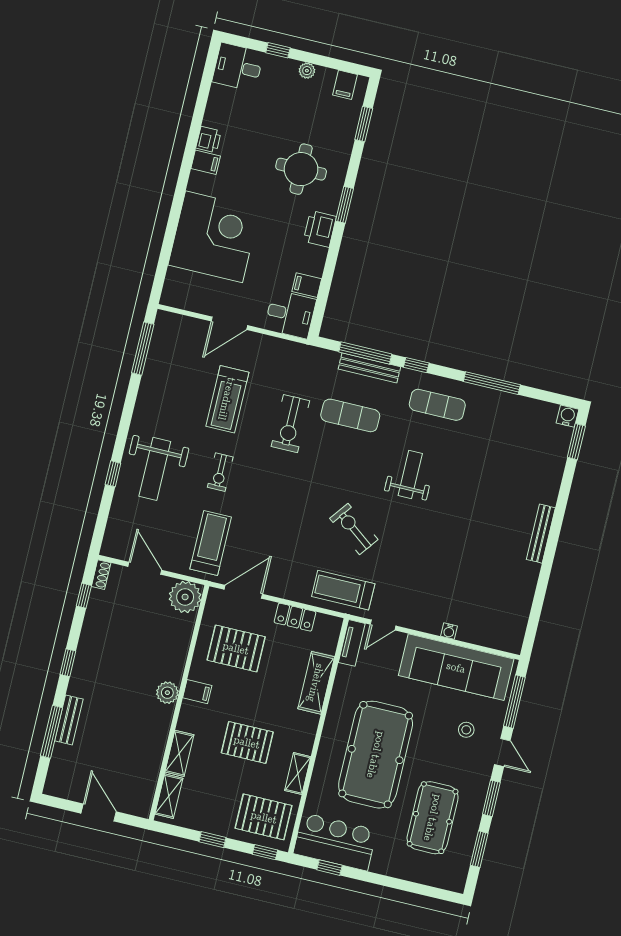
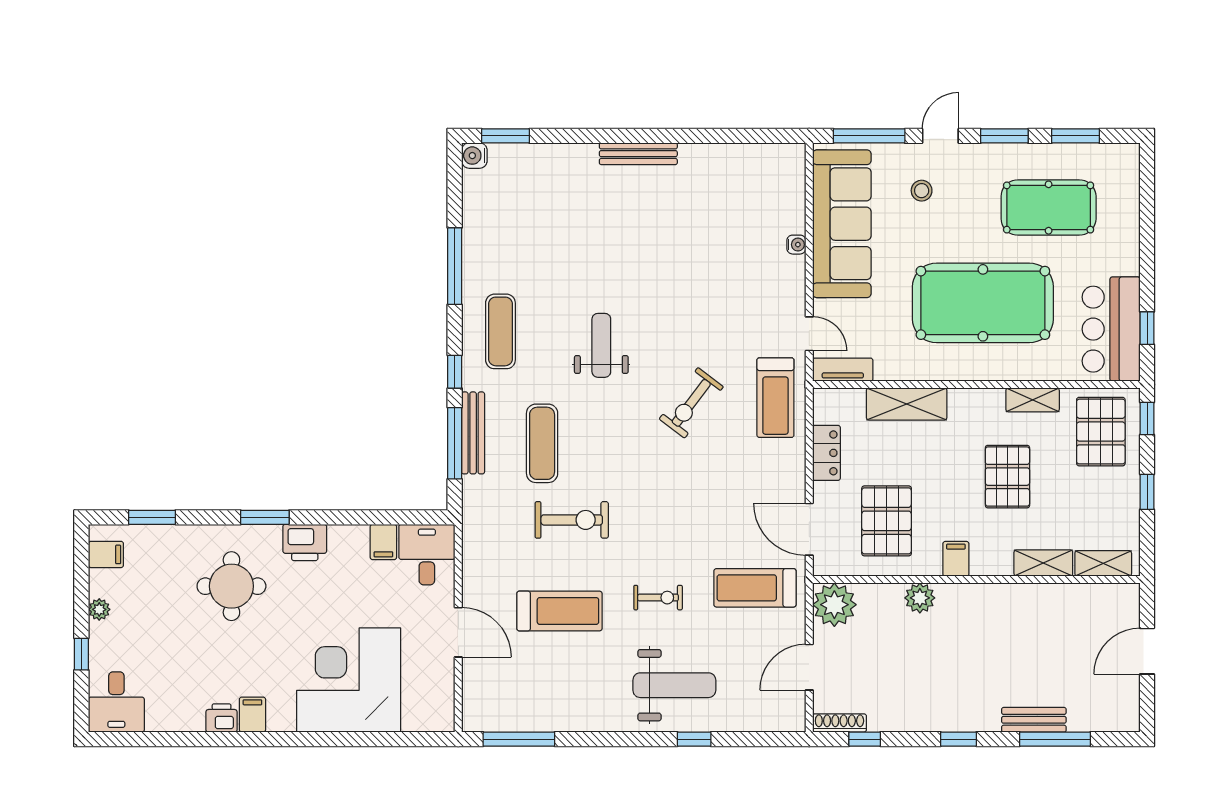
weight bench: (410, 474) -> (601, 345), turned 90
shoe rack: (101, 575) -> (839, 723), width x1.43
plant: (167, 693) -> (920, 598), moved

